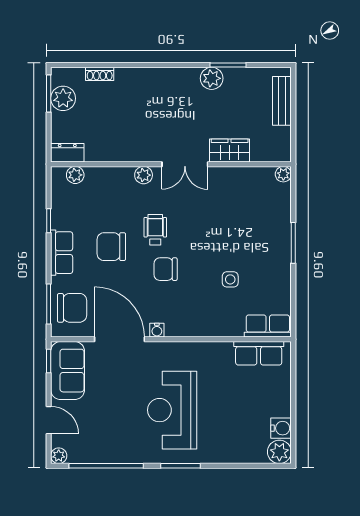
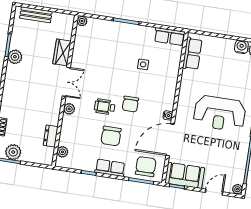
dresser: (67, 153) -> (51, 136), moved
row of seats: (268, 326) -> (169, 36), moved, turned -90

